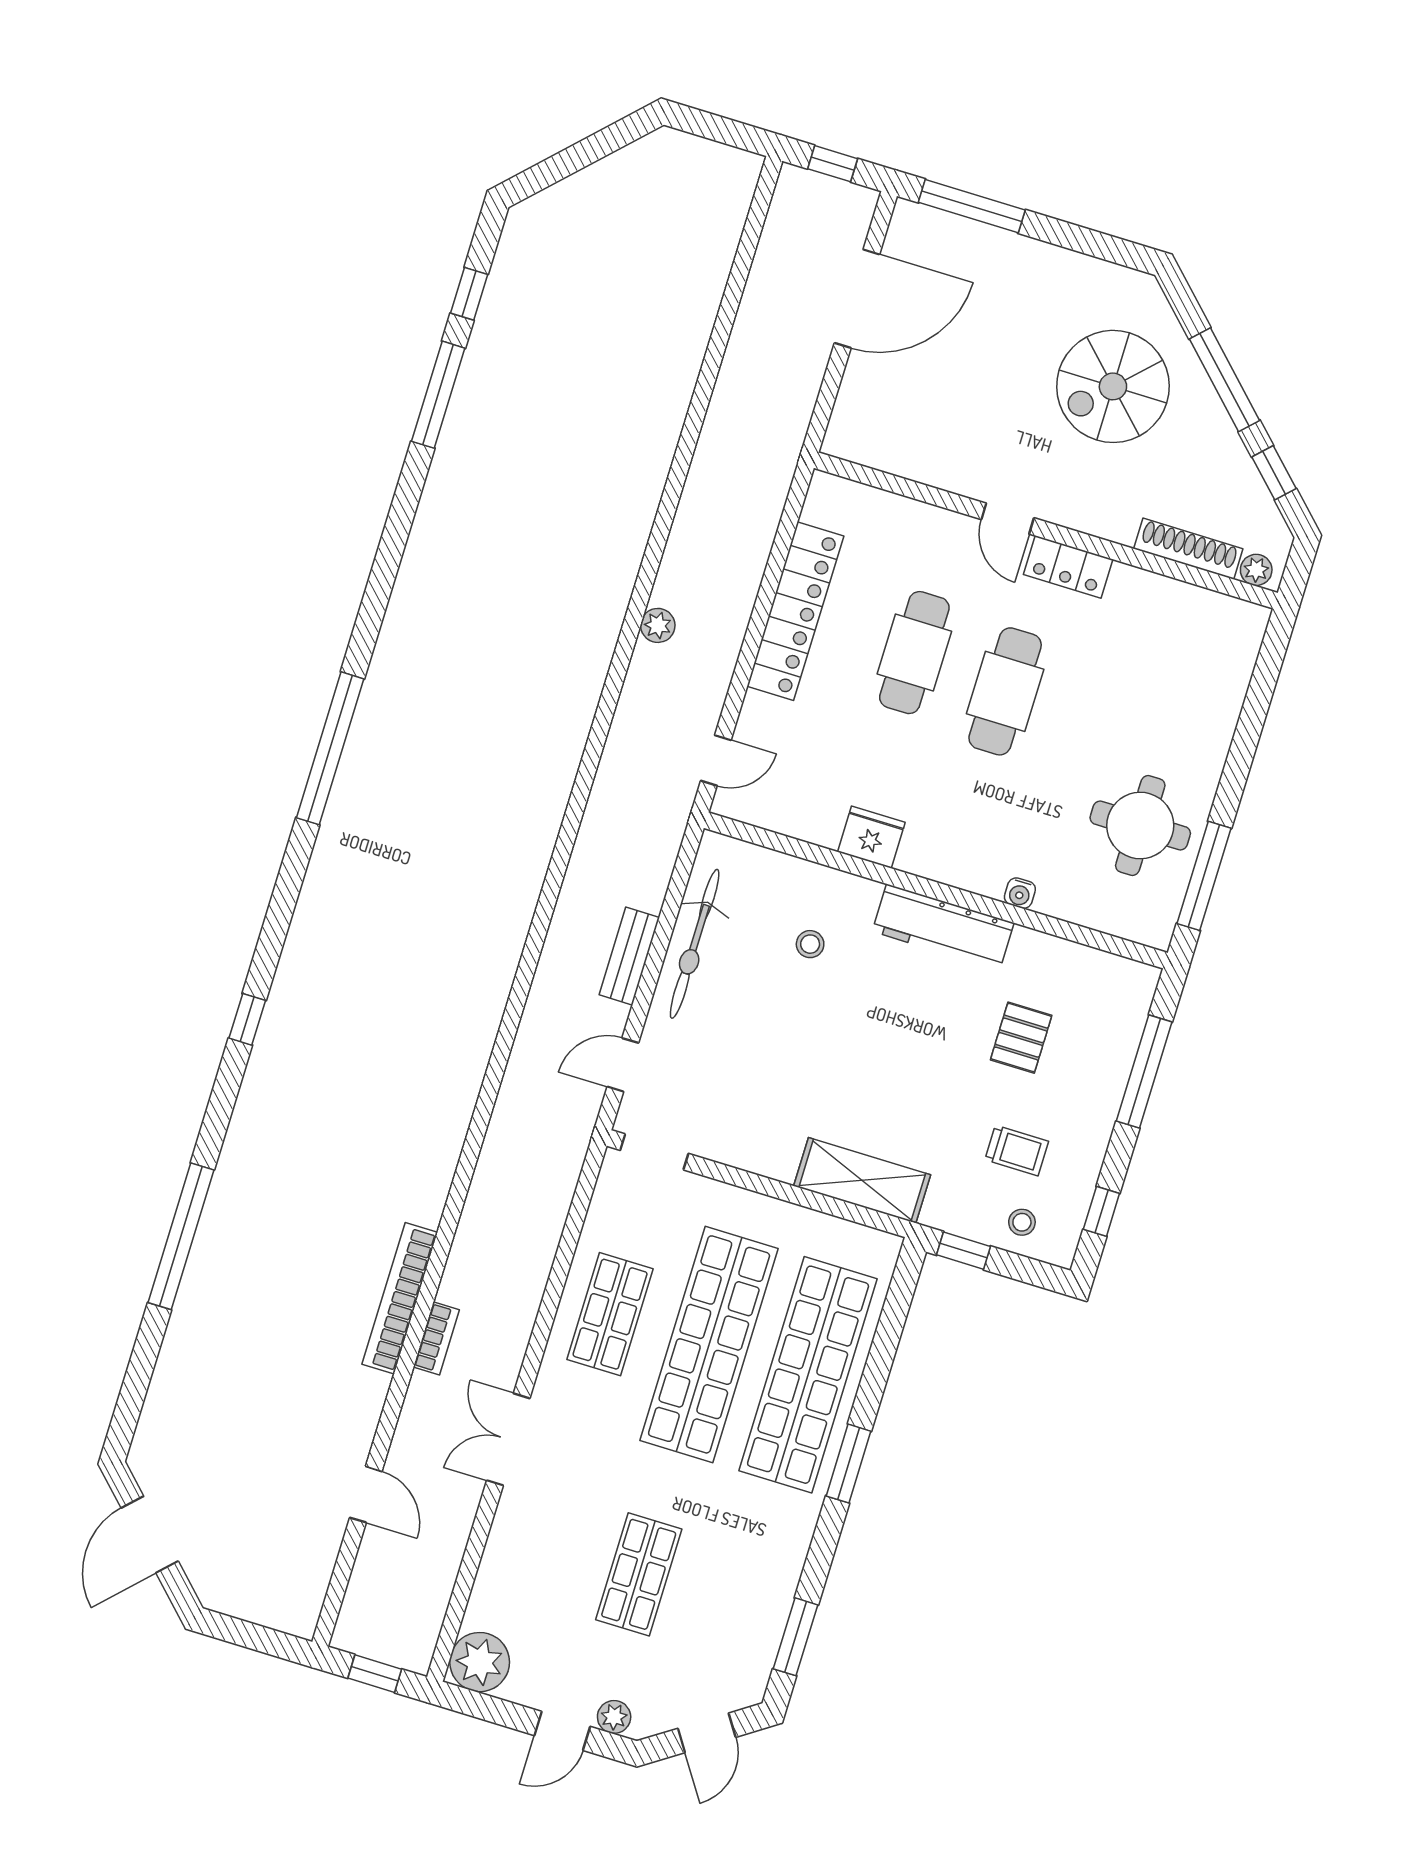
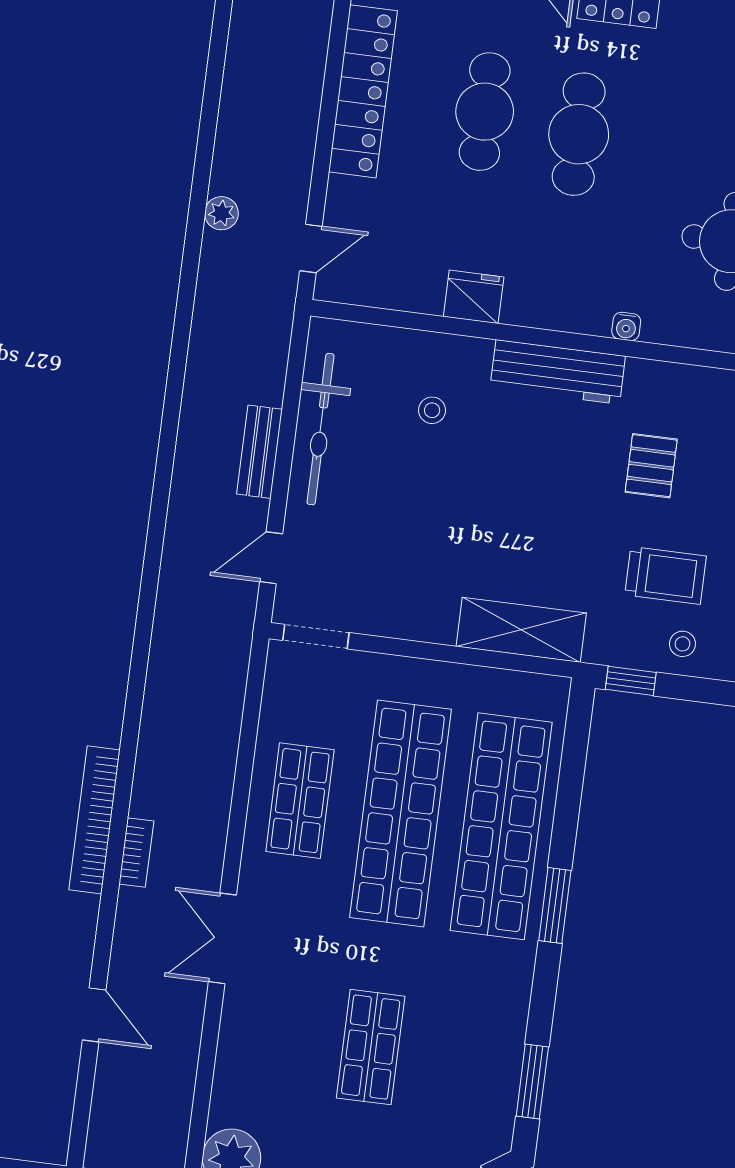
plant: (658, 625) -> (221, 213), moved
trolley: (1017, 1150) -> (666, 575), width x1.36, depth x1.39

